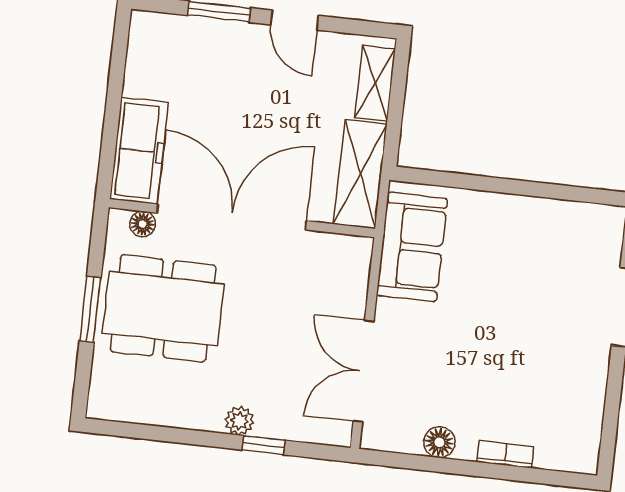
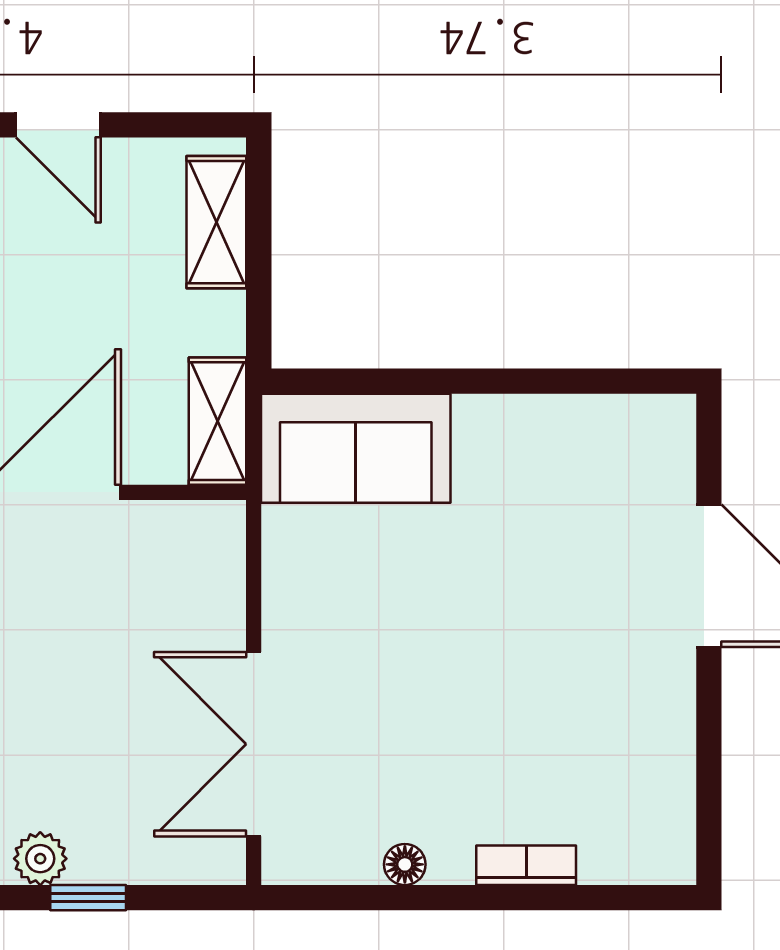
shelving: (360, 174) -> (218, 421), width x0.67, depth x0.75
sofa: (412, 247) -> (356, 448), moved, turned 90
floor lamp: (439, 442) -> (405, 864), width x0.73, depth x0.73

